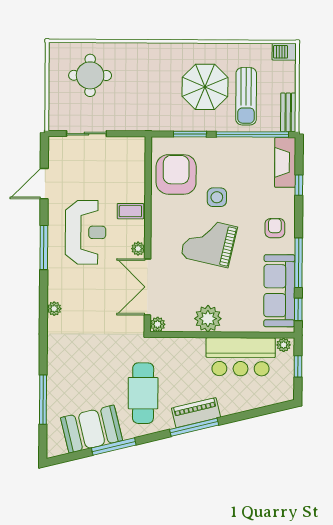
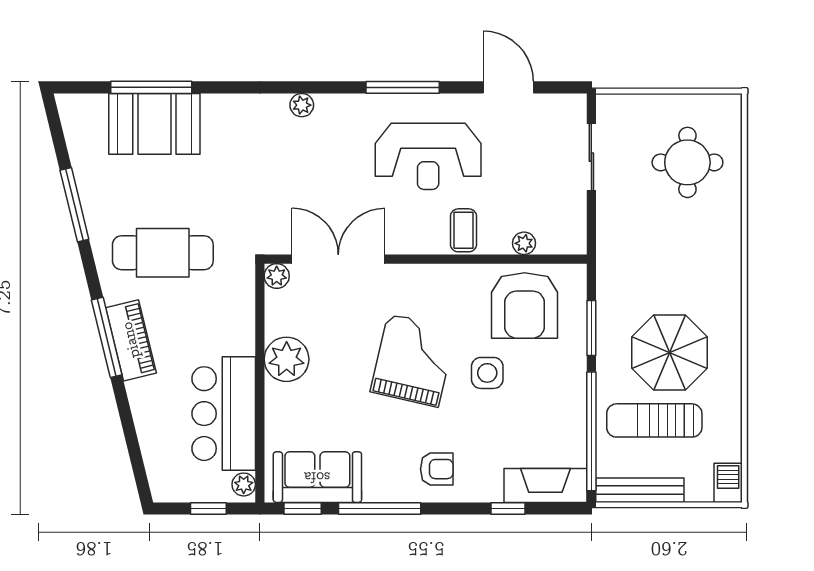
bench: (288, 112) -> (640, 490), width x1.36
armchair: (176, 174) -> (525, 305), turned 90
plant: (138, 249) -> (524, 243), moved
sofa: (279, 291) -> (317, 477), width x0.73
booth: (92, 429) -> (154, 124), moved, turned -76

